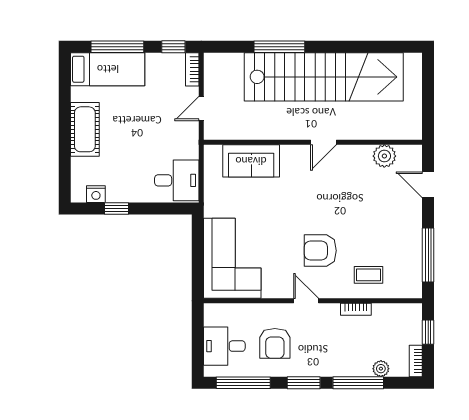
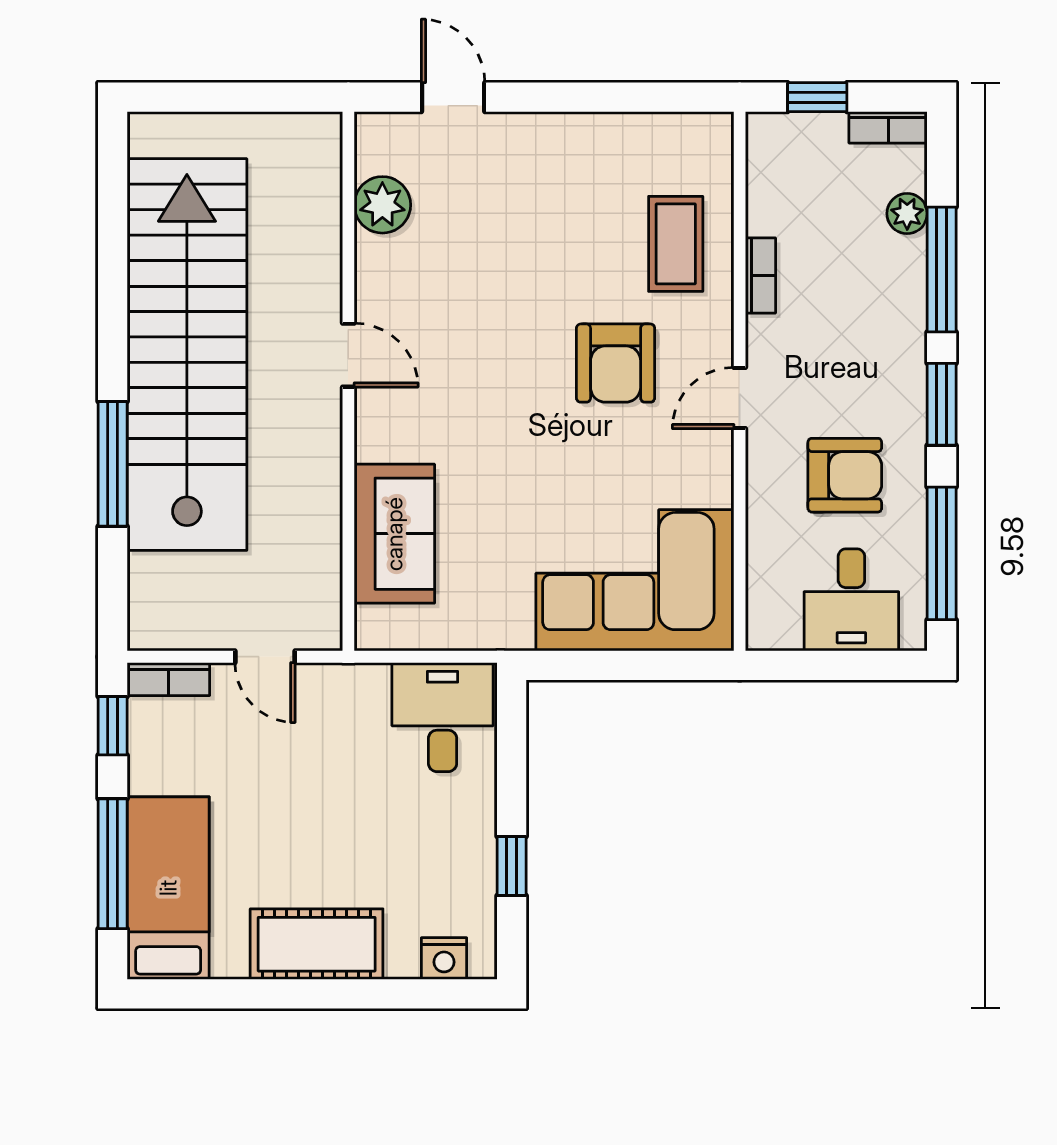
door: (428, 185) -> (453, 97), swing flipped
nightstand: (96, 194) -> (444, 959), moved, turned 90
window: (428, 255) -> (627, 97), removed
coffee table: (369, 275) -> (676, 244), width x1.36, depth x1.30

